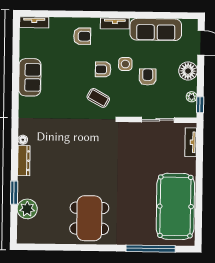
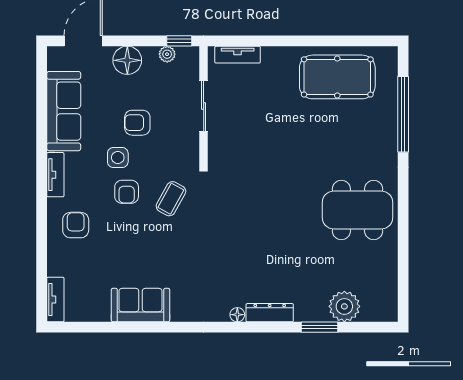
pool table: (175, 206) -> (337, 77), width x0.73, depth x0.76

